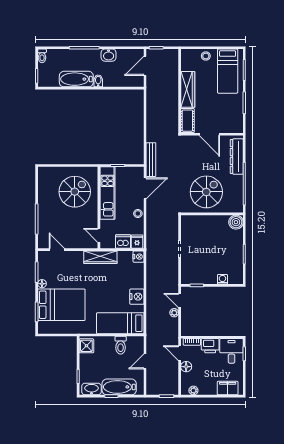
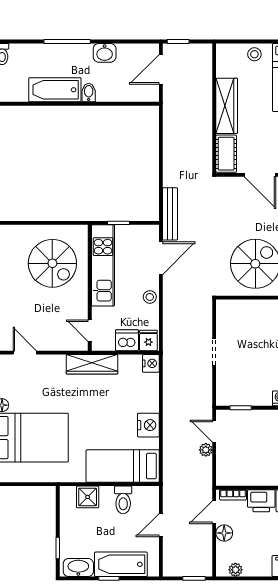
spiral stairs: (75, 192) -> (52, 263), turned 90
shower: (86, 346) -> (88, 497), moved
door: (180, 353) -> (214, 512), hinge flipped

